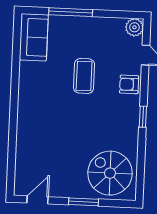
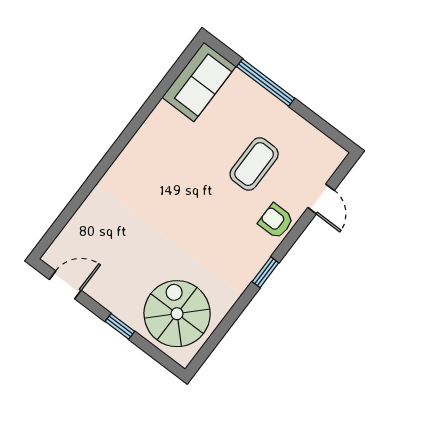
plant: (134, 27) -> (331, 155), removed
coffee table: (84, 76) -> (254, 164), moved
window: (83, 202) -> (120, 326), width x0.67

